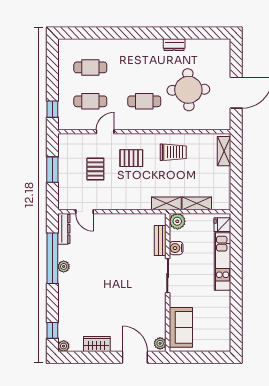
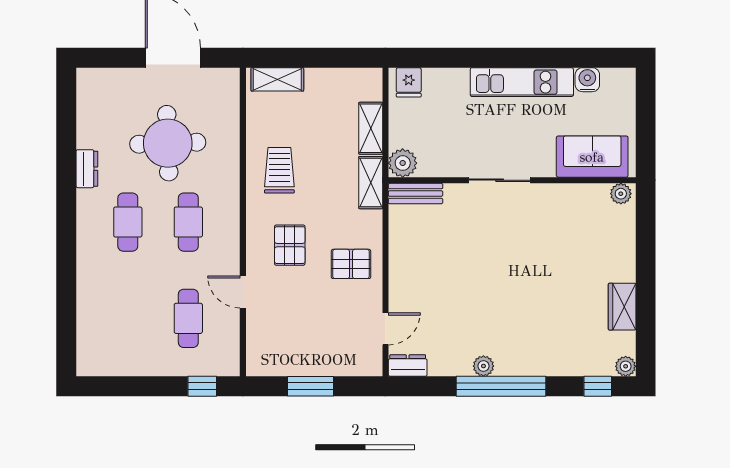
cafe table: (90, 67) -> (128, 222), moved
pallet: (95, 169) -> (351, 264), moved
dresser: (64, 229) -> (408, 366), width x0.70
bench: (160, 240) -> (416, 194), moved
water cooler: (176, 248) -> (587, 80), moved, turned 180
window: (52, 258) -> (501, 386), moved
kitchen unit: (223, 262) -> (522, 82), moved
door: (135, 357) -> (646, 239), removed

